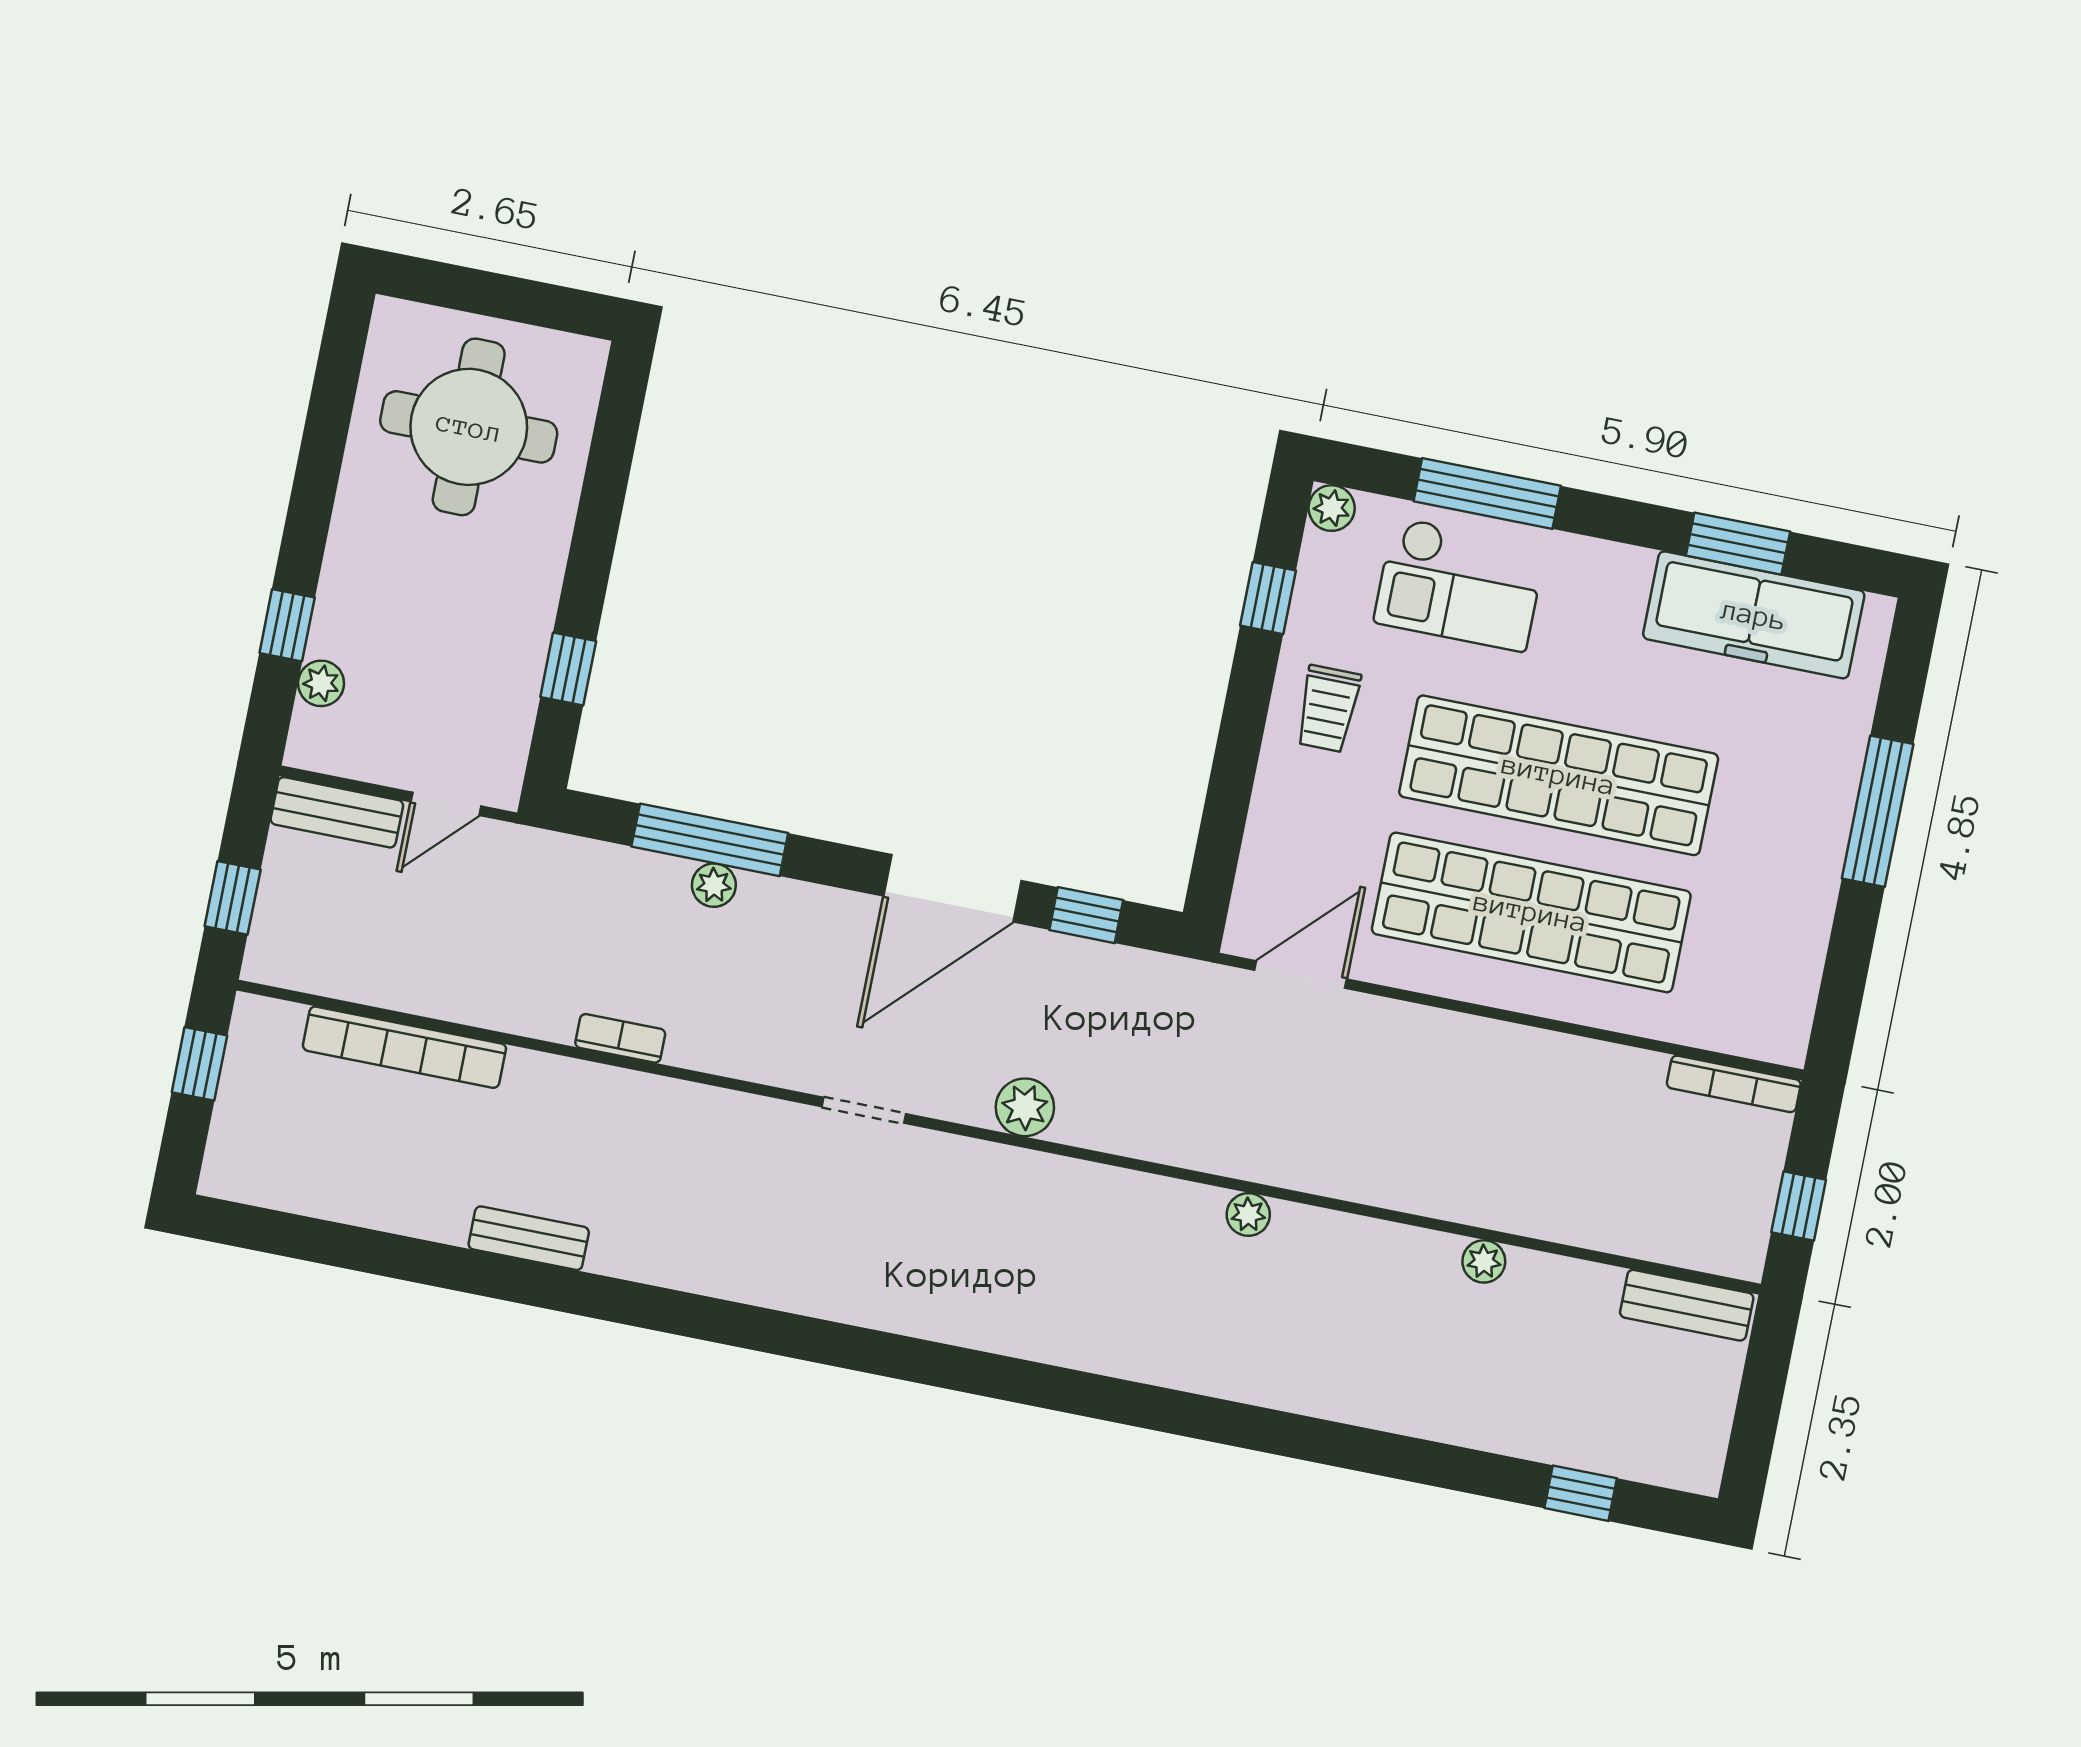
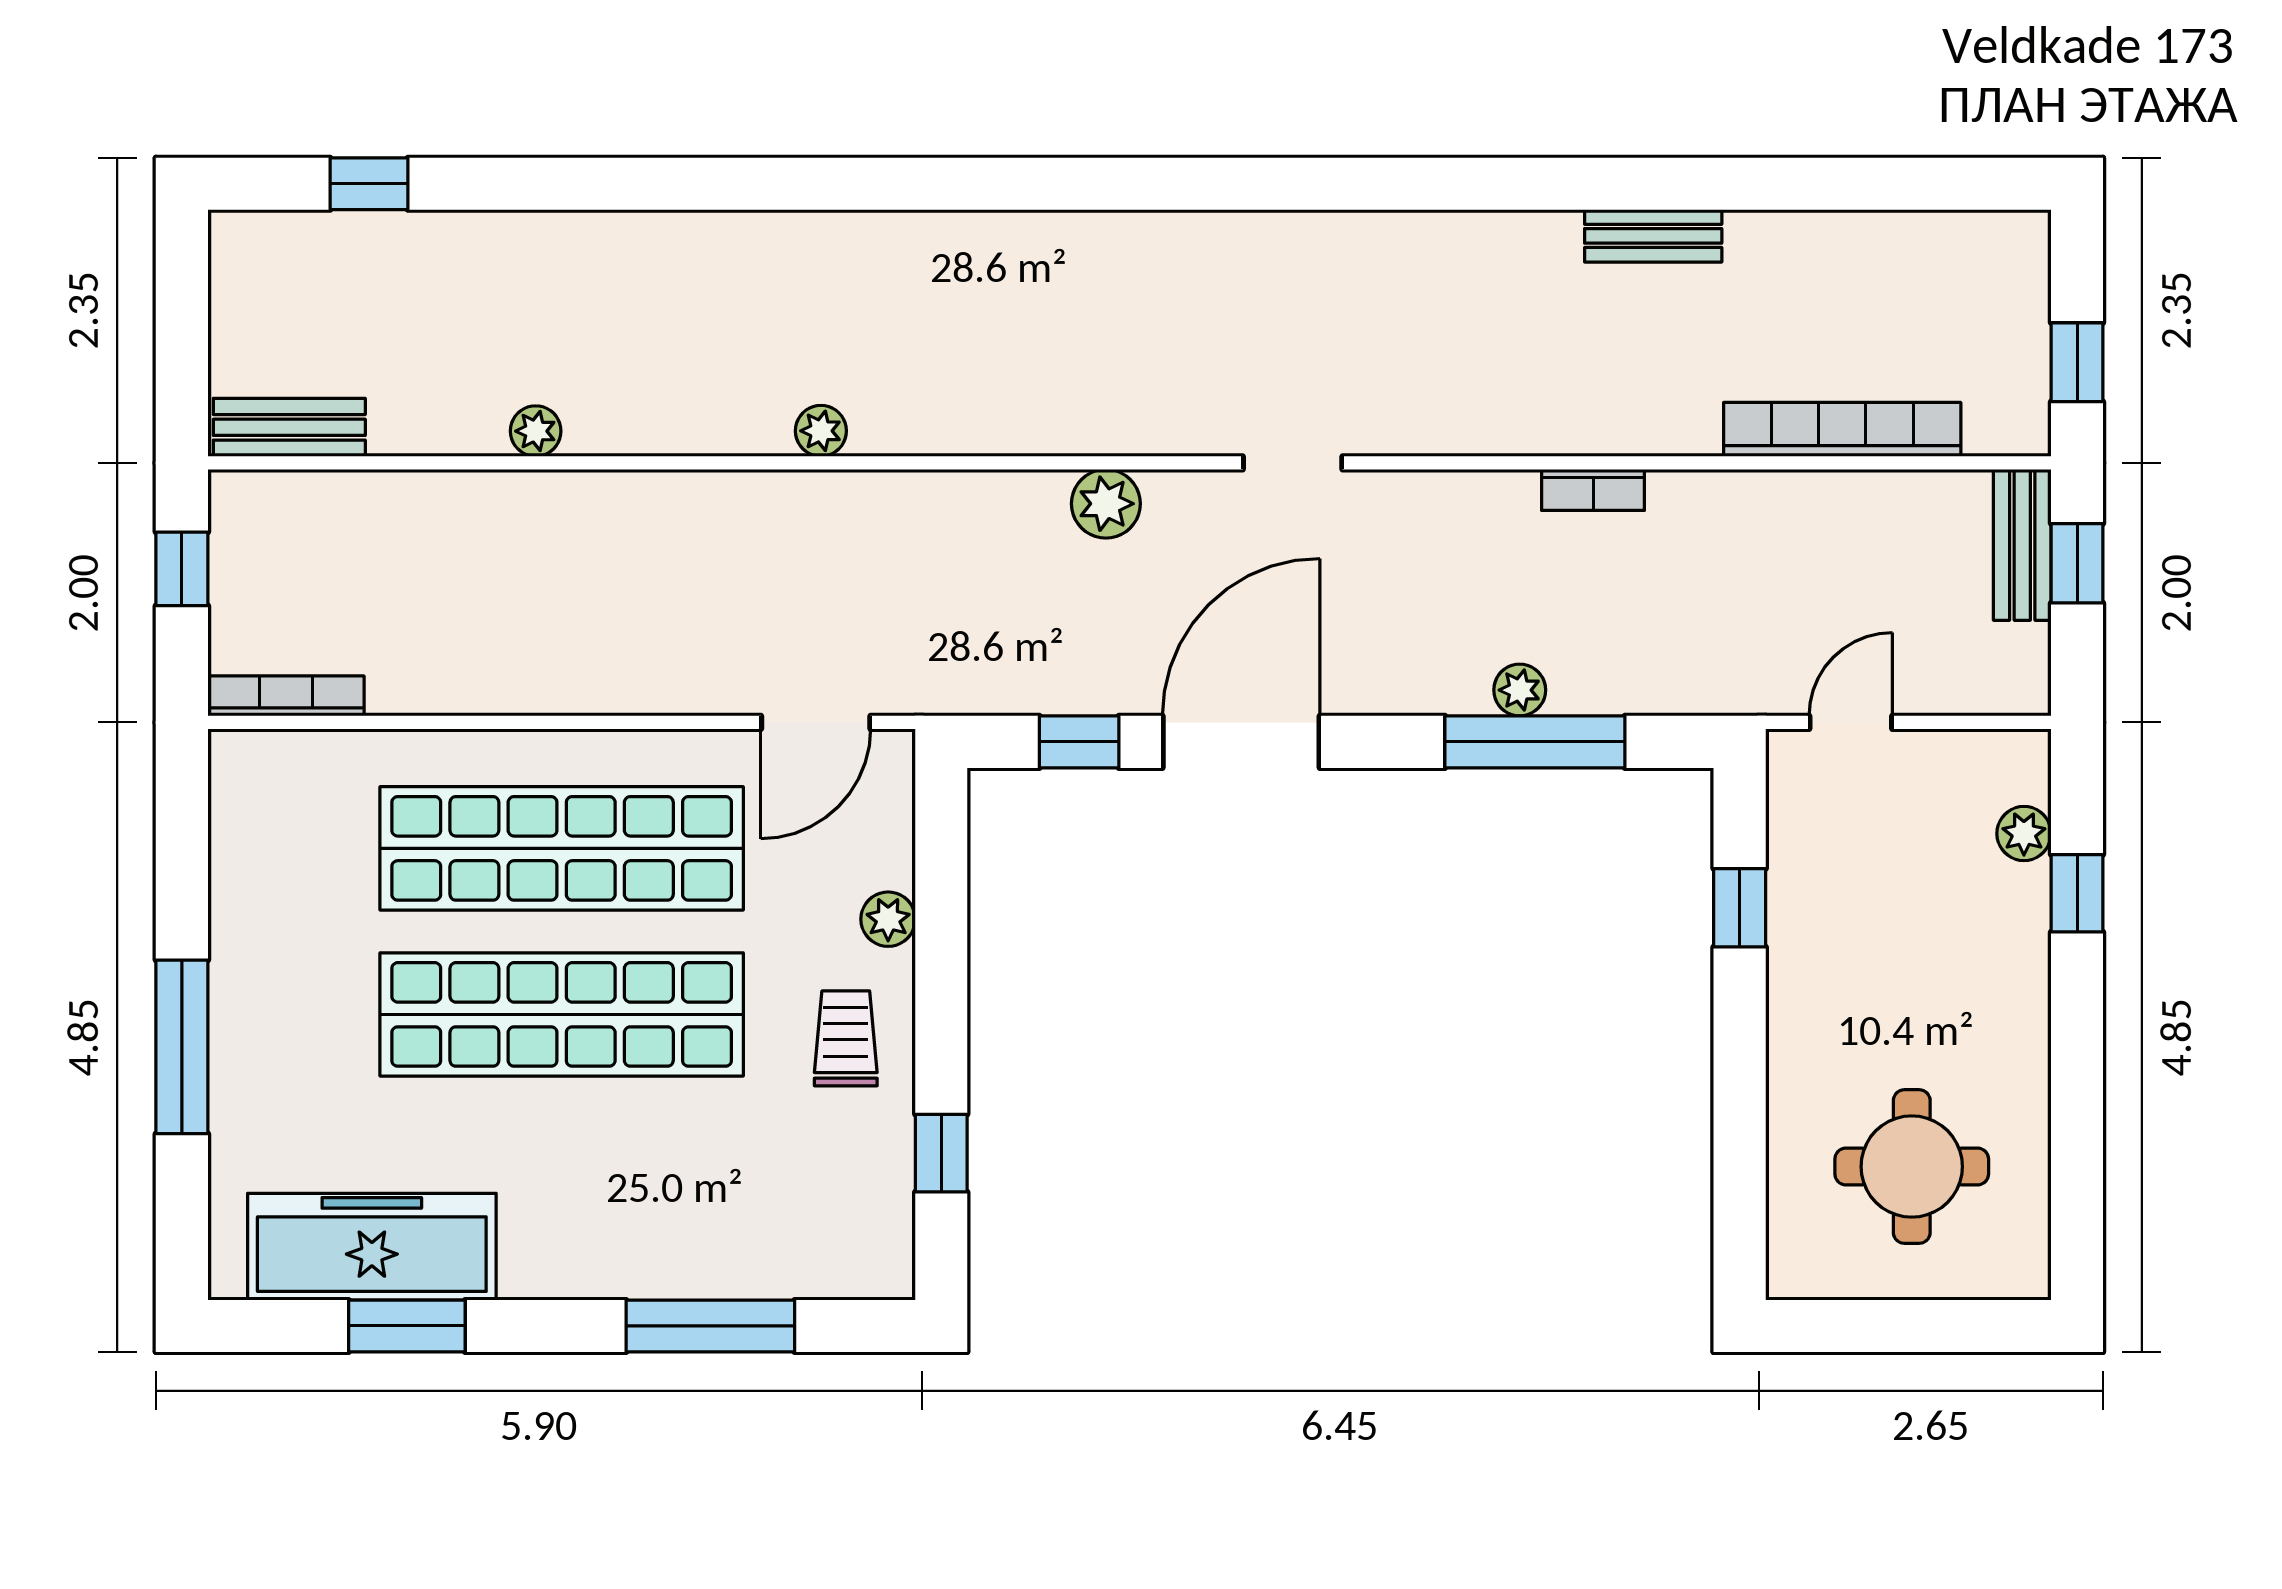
round table: (469, 427) -> (1912, 1167), width x0.73, depth x0.73
plant: (1332, 508) -> (888, 919), moved
checkout: (1460, 584) -> (721, 1214), removed
bench: (337, 812) -> (2022, 545), moved, turned 90

